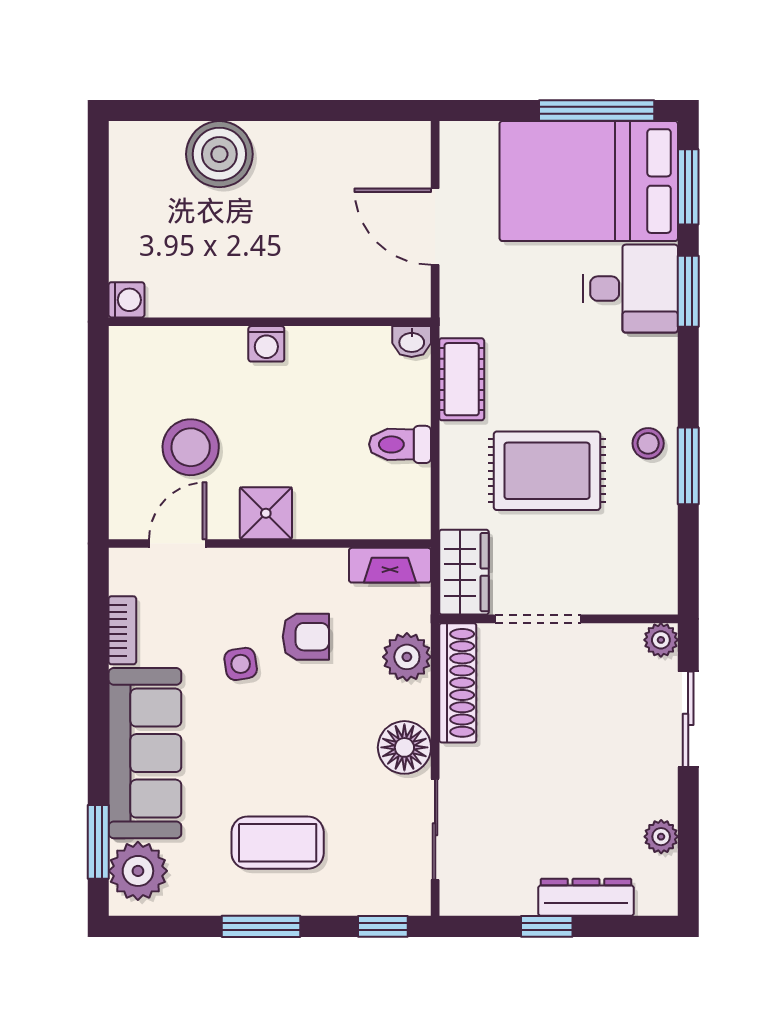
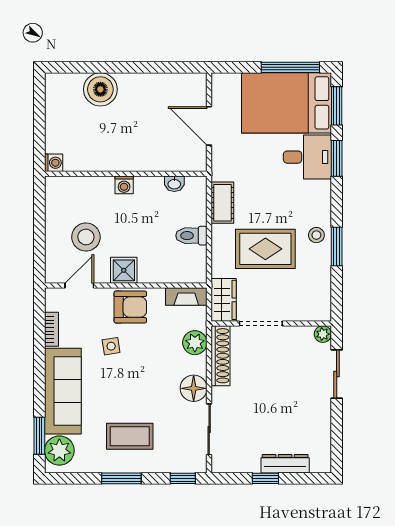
washbasin: (412, 342) -> (174, 184), moved
armchair: (306, 637) -> (130, 307), moved, width x1.38, depth x1.38
plant: (661, 837) -> (323, 433), removed

